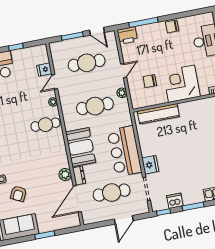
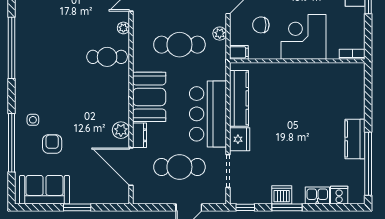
filing cabinet: (138, 103) -> (239, 52), added
kitchen counter: (158, 114) -> (239, 98), moved, turned -90
armchair: (18, 194) -> (52, 144), turned 153
door: (77, 199) -> (131, 167), hinge flipped
dishwasher: (175, 201) -> (282, 195), moved

